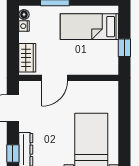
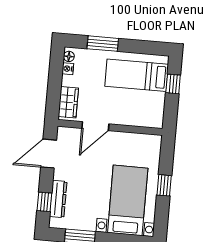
window: (124, 48) -> (173, 84), moved
window: (124, 128) -> (164, 185), added

